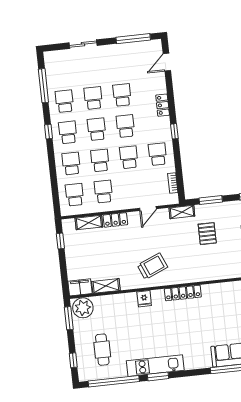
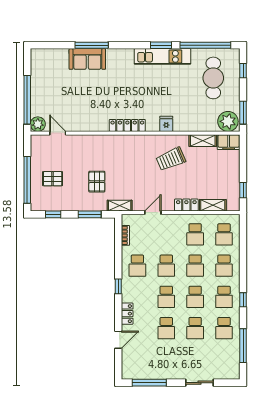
door: (167, 62) -> (118, 340), moved
trolley: (152, 266) -> (171, 159), moved
cafe table: (102, 350) -> (213, 78), width x1.37, depth x1.35

